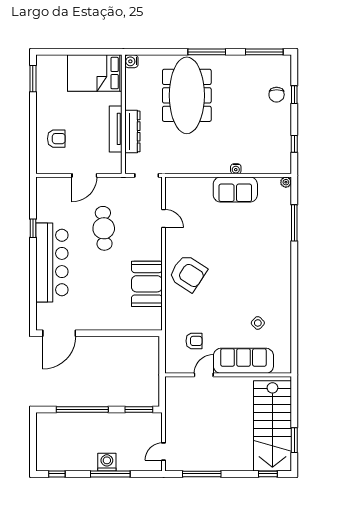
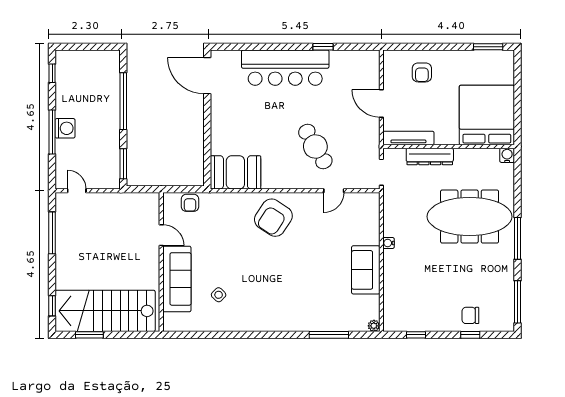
bed: (95, 73) -> (487, 115), width x1.36
tv unit: (116, 129) -> (408, 138), moved
water cooler: (236, 169) -> (389, 243), moved
cafe table: (104, 228) -> (315, 146), moved, turned 63
booth: (147, 284) -> (235, 172), moved
armchair: (194, 341) -> (190, 203), moved

